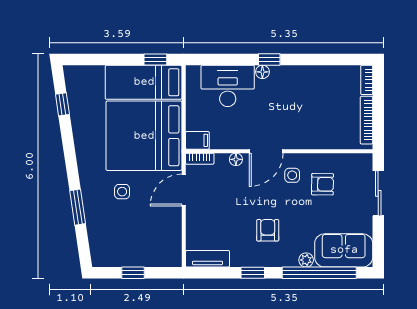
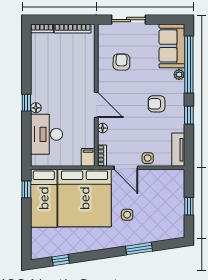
side table: (292, 175) -> (148, 158), moved

